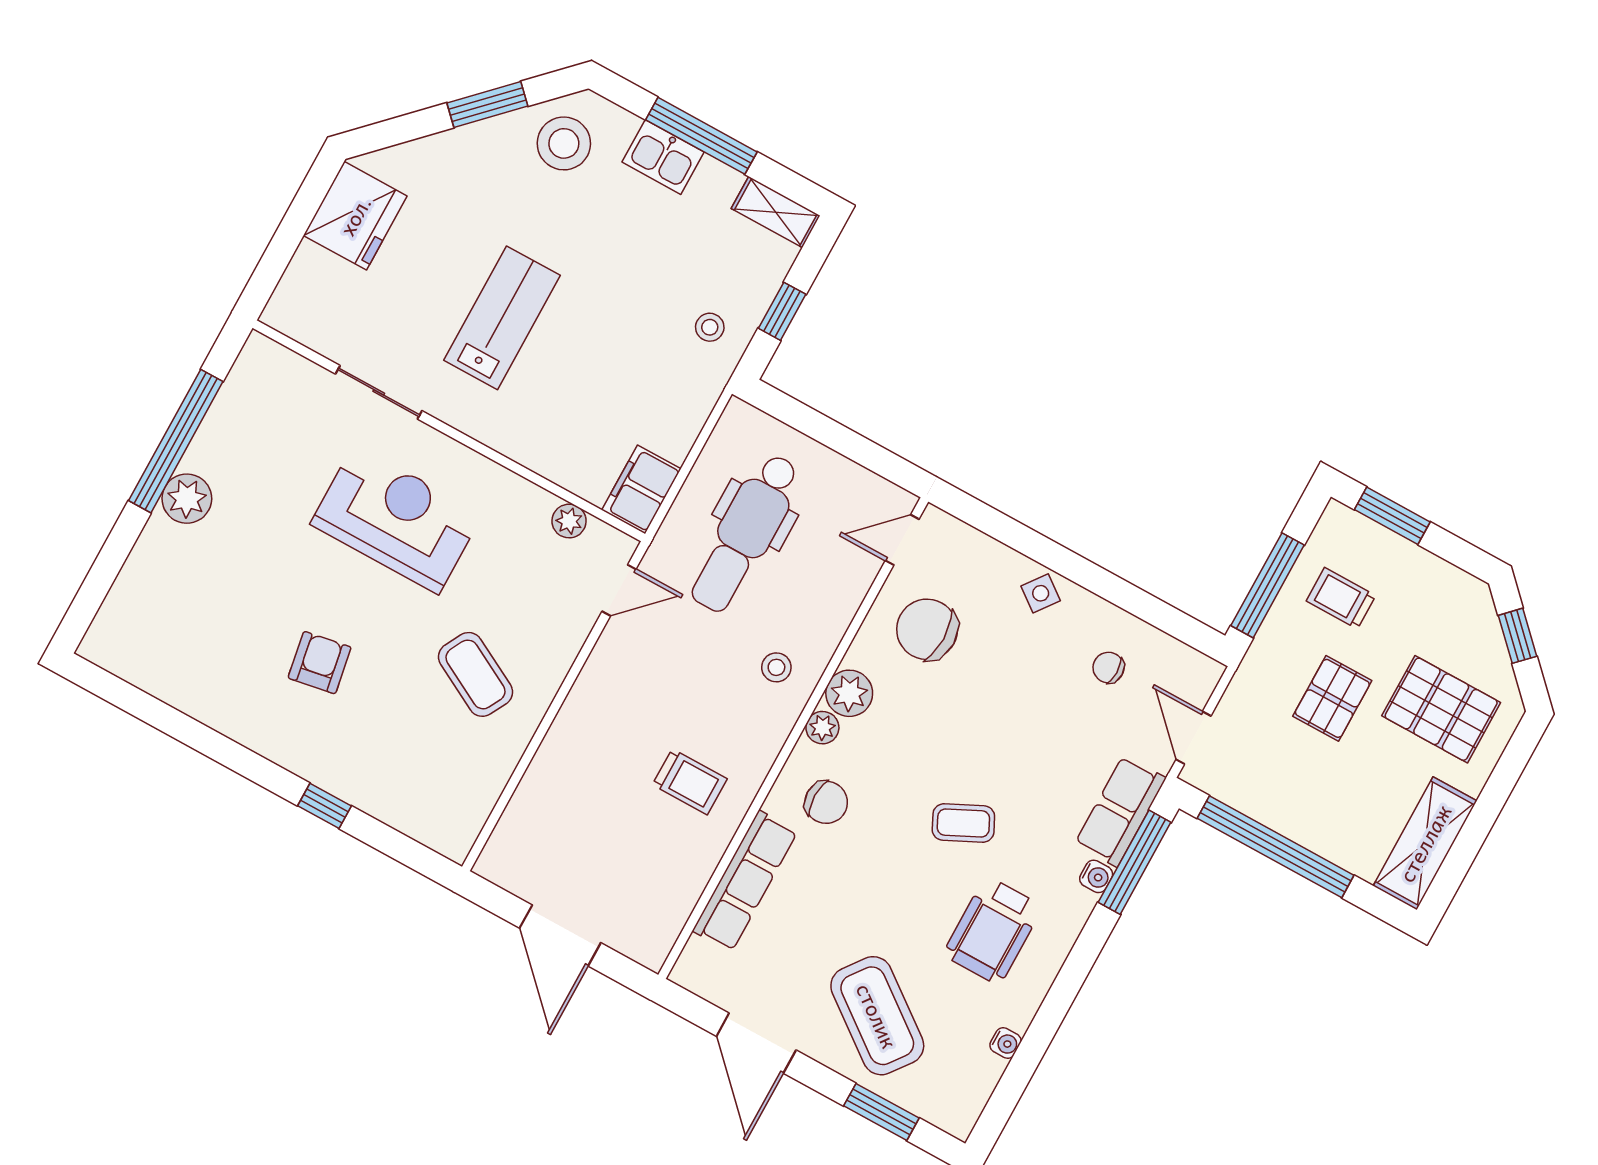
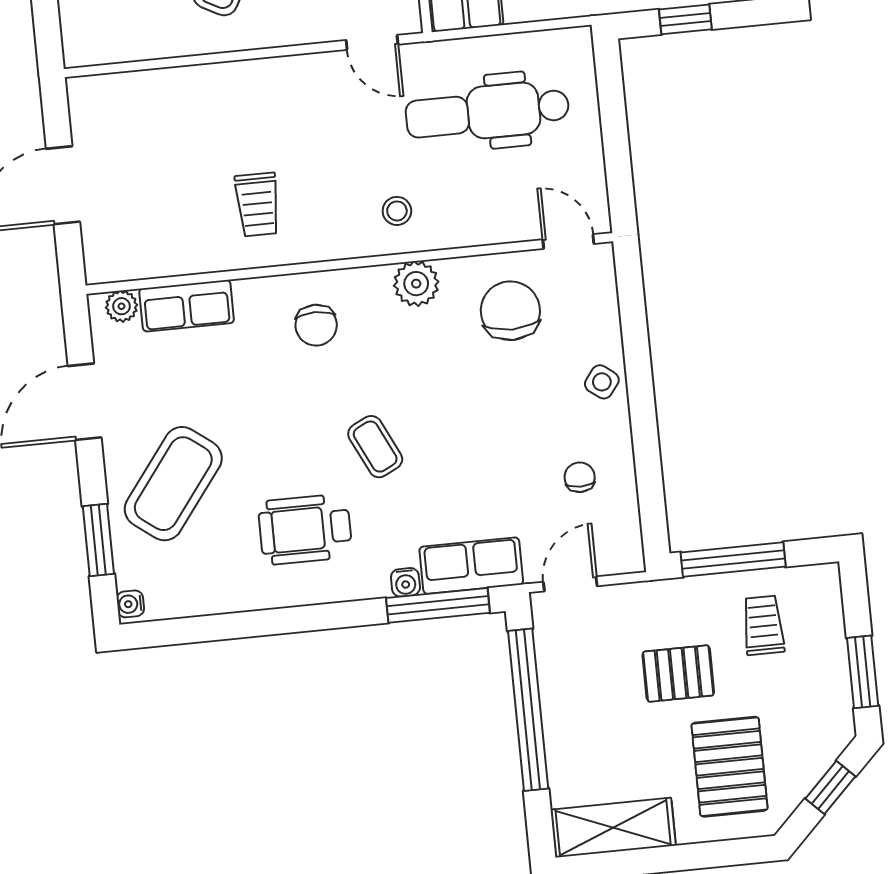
window: (1392, 516) -> (863, 672), moved
plant: (822, 728) -> (122, 306), moved
row of seats: (745, 881) -> (187, 306), width x0.68
water cooler: (1005, 1043) -> (130, 604), moved, turned 90

